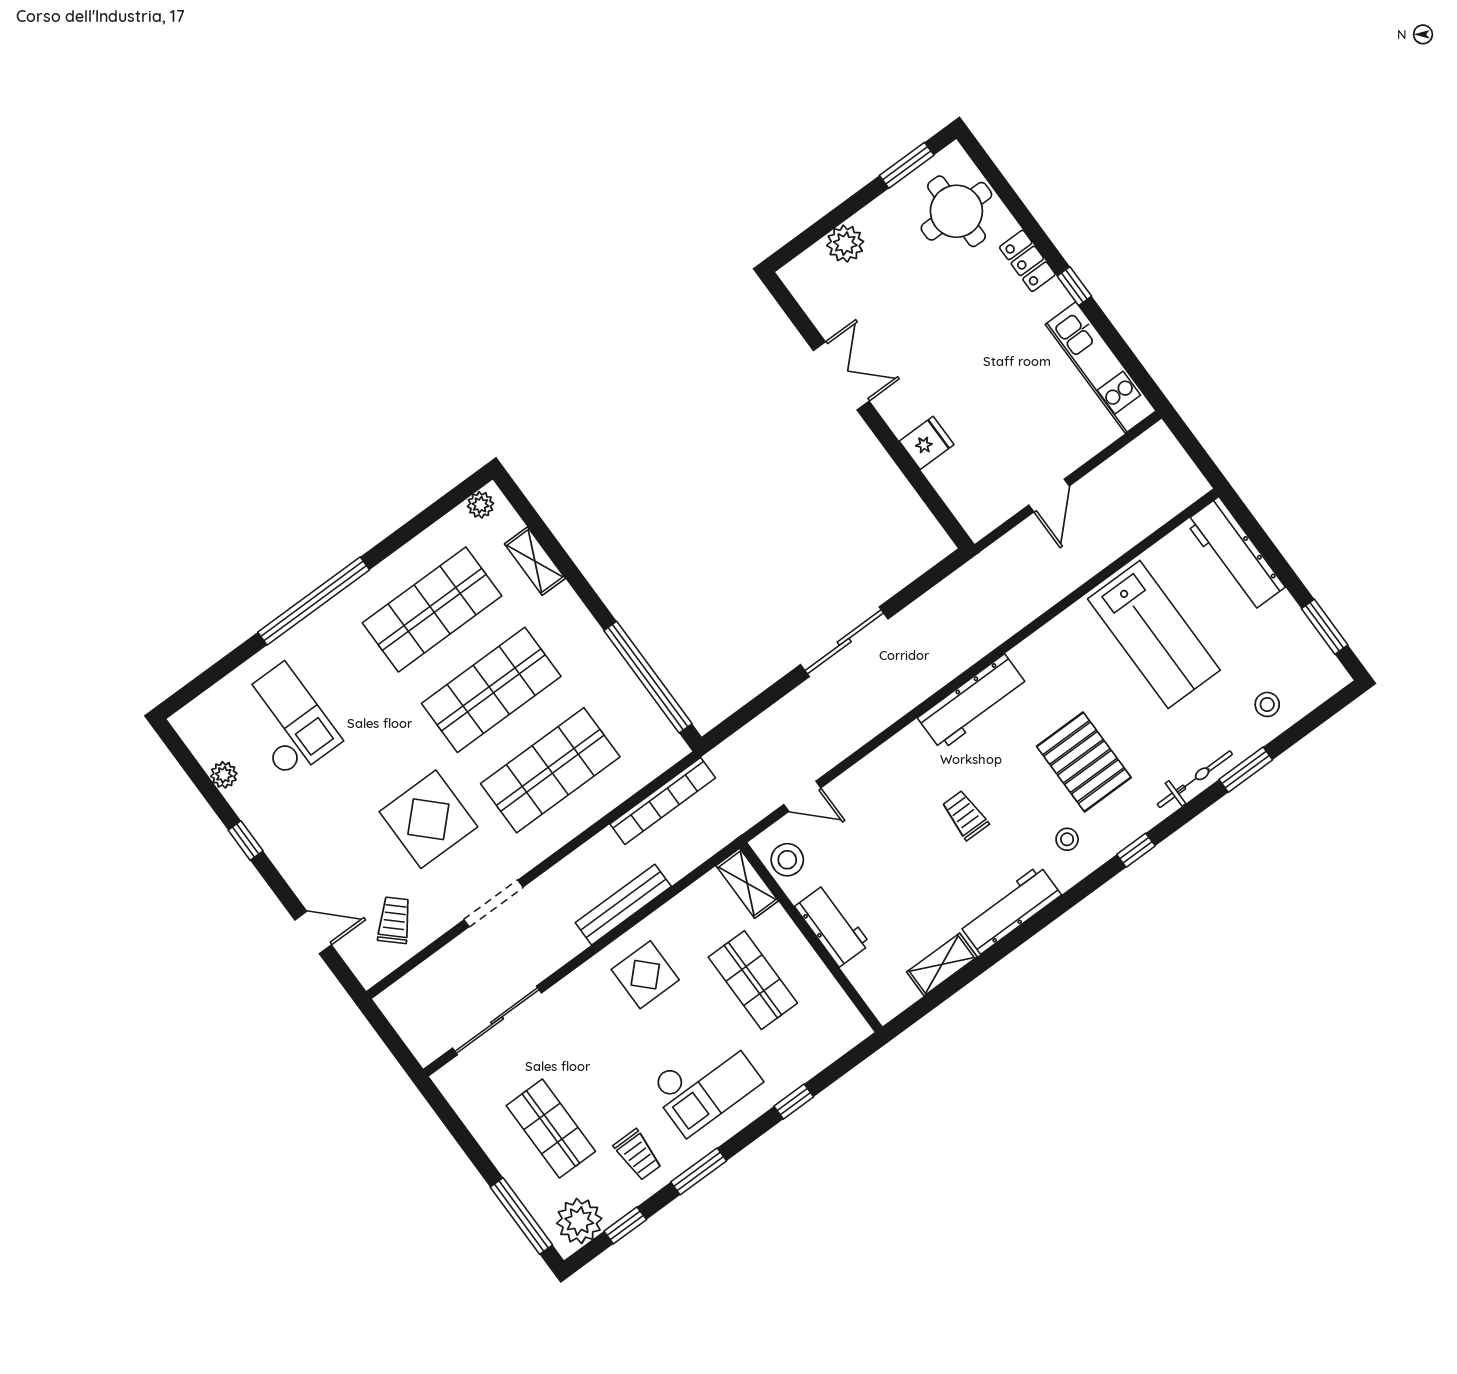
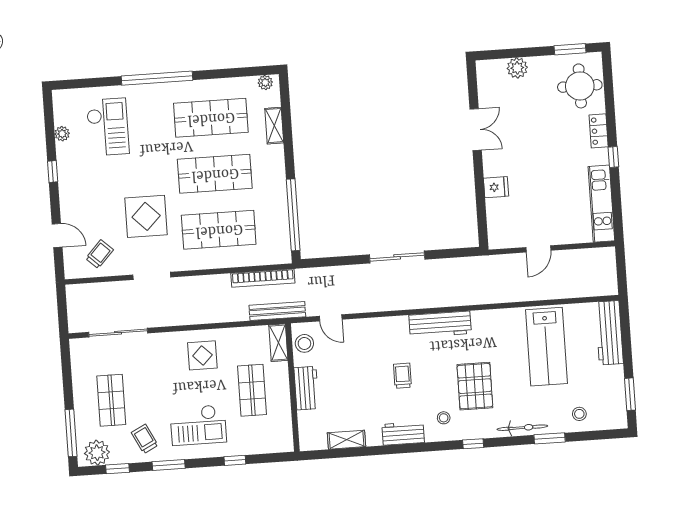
bench: (623, 905) -> (277, 311), moved
workbench: (1010, 909) -> (403, 433), width x0.73
trolley: (638, 1155) -> (145, 439), turned 153

